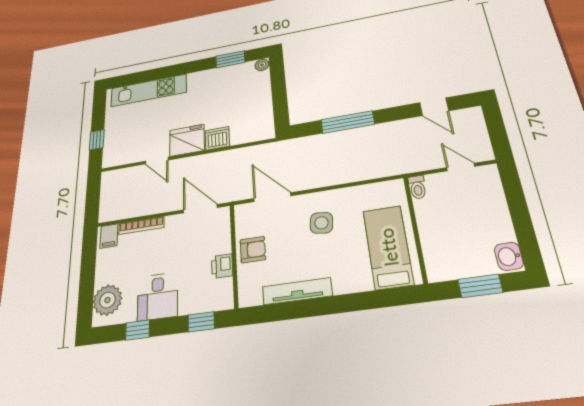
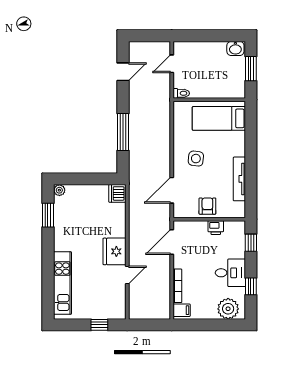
dishwasher: (217, 138) -> (117, 193), moved

